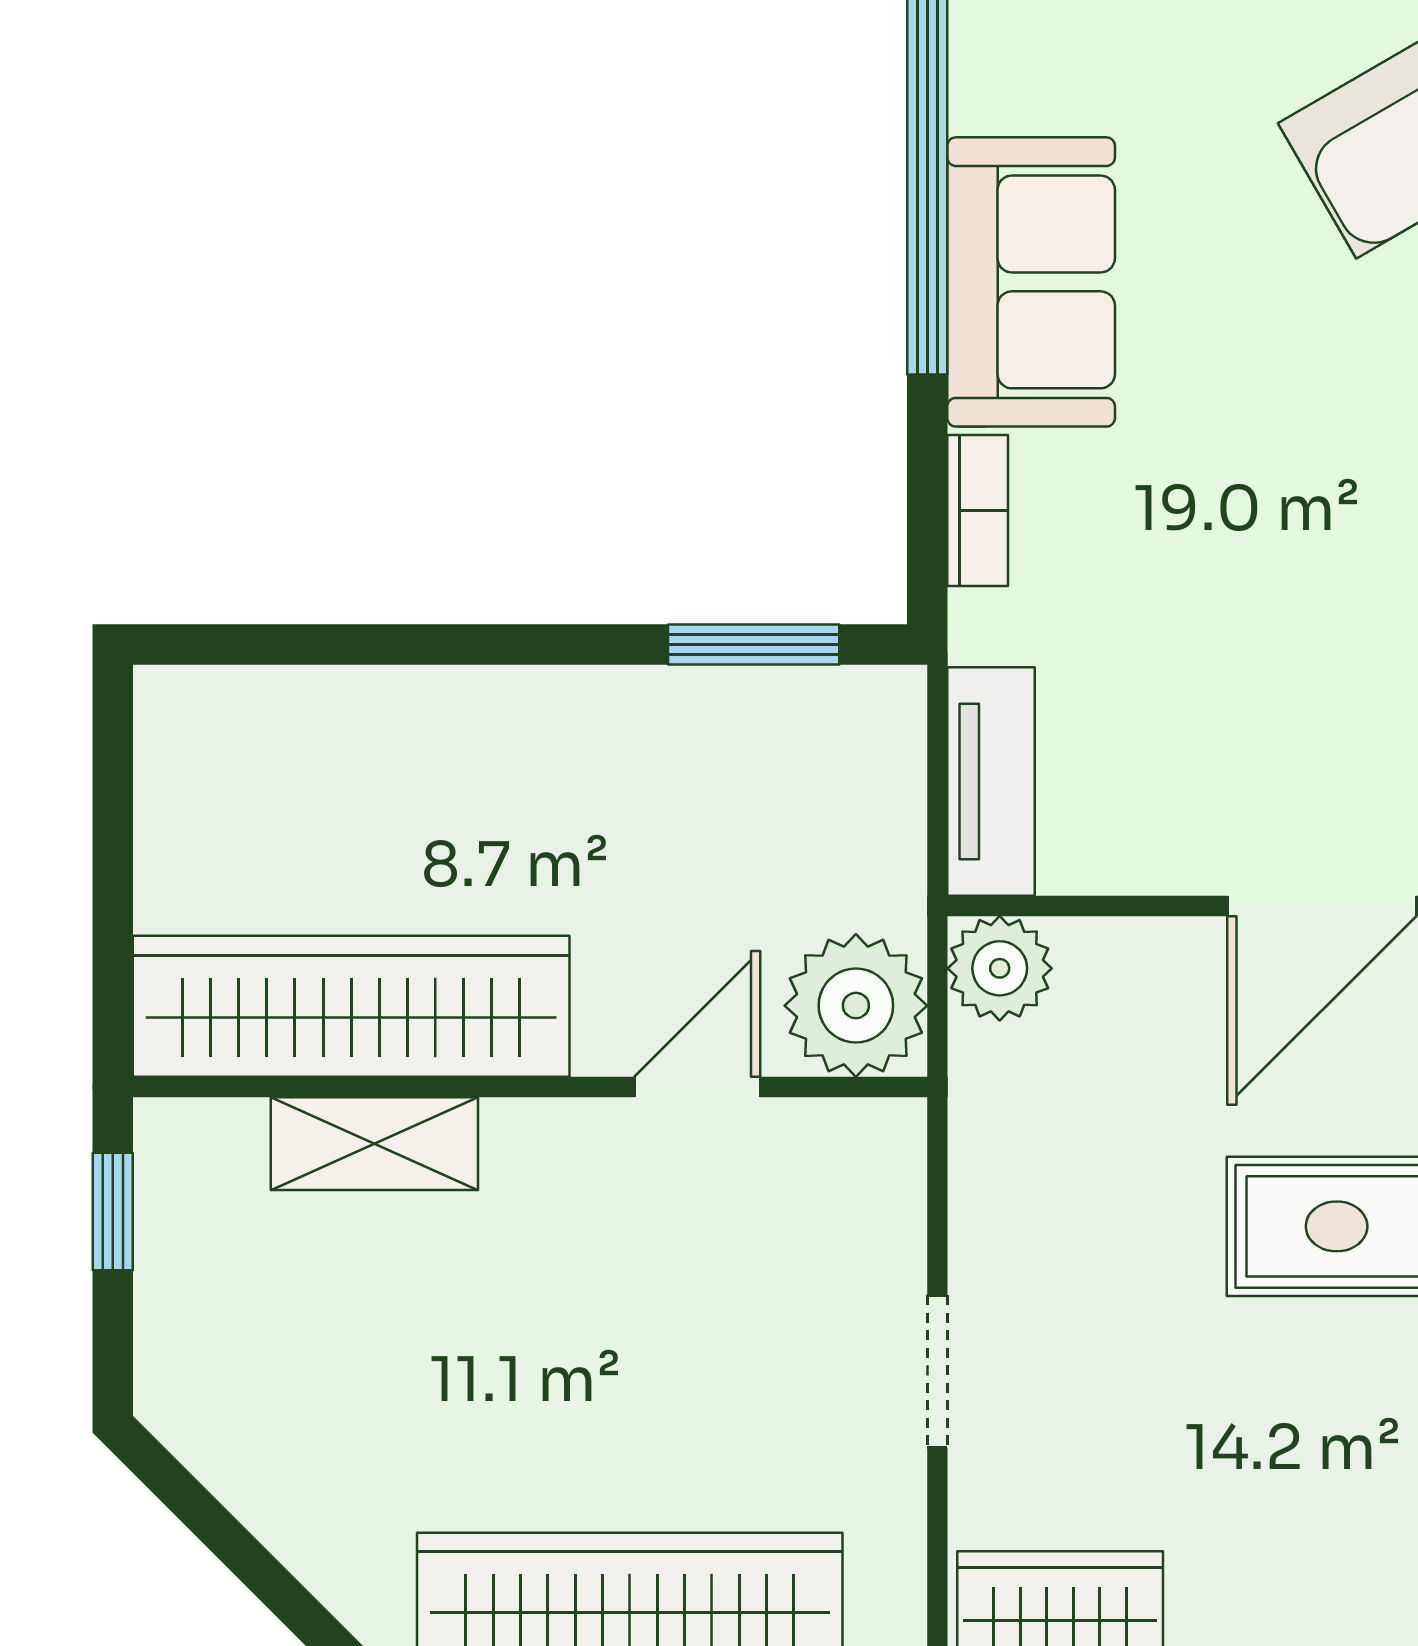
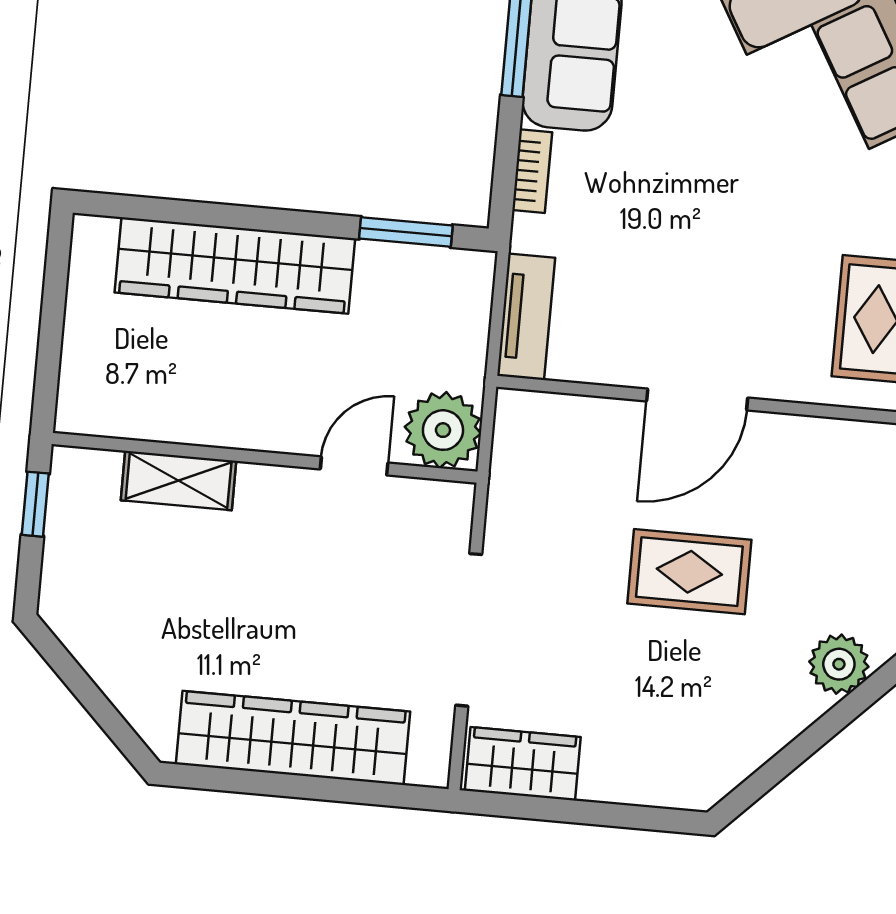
plant: (1000, 968) -> (522, 417), removed
wardrobe: (351, 1006) -> (235, 265), moved, turned 180
doorway: (937, 1371) -> (469, 630), width x1.87

